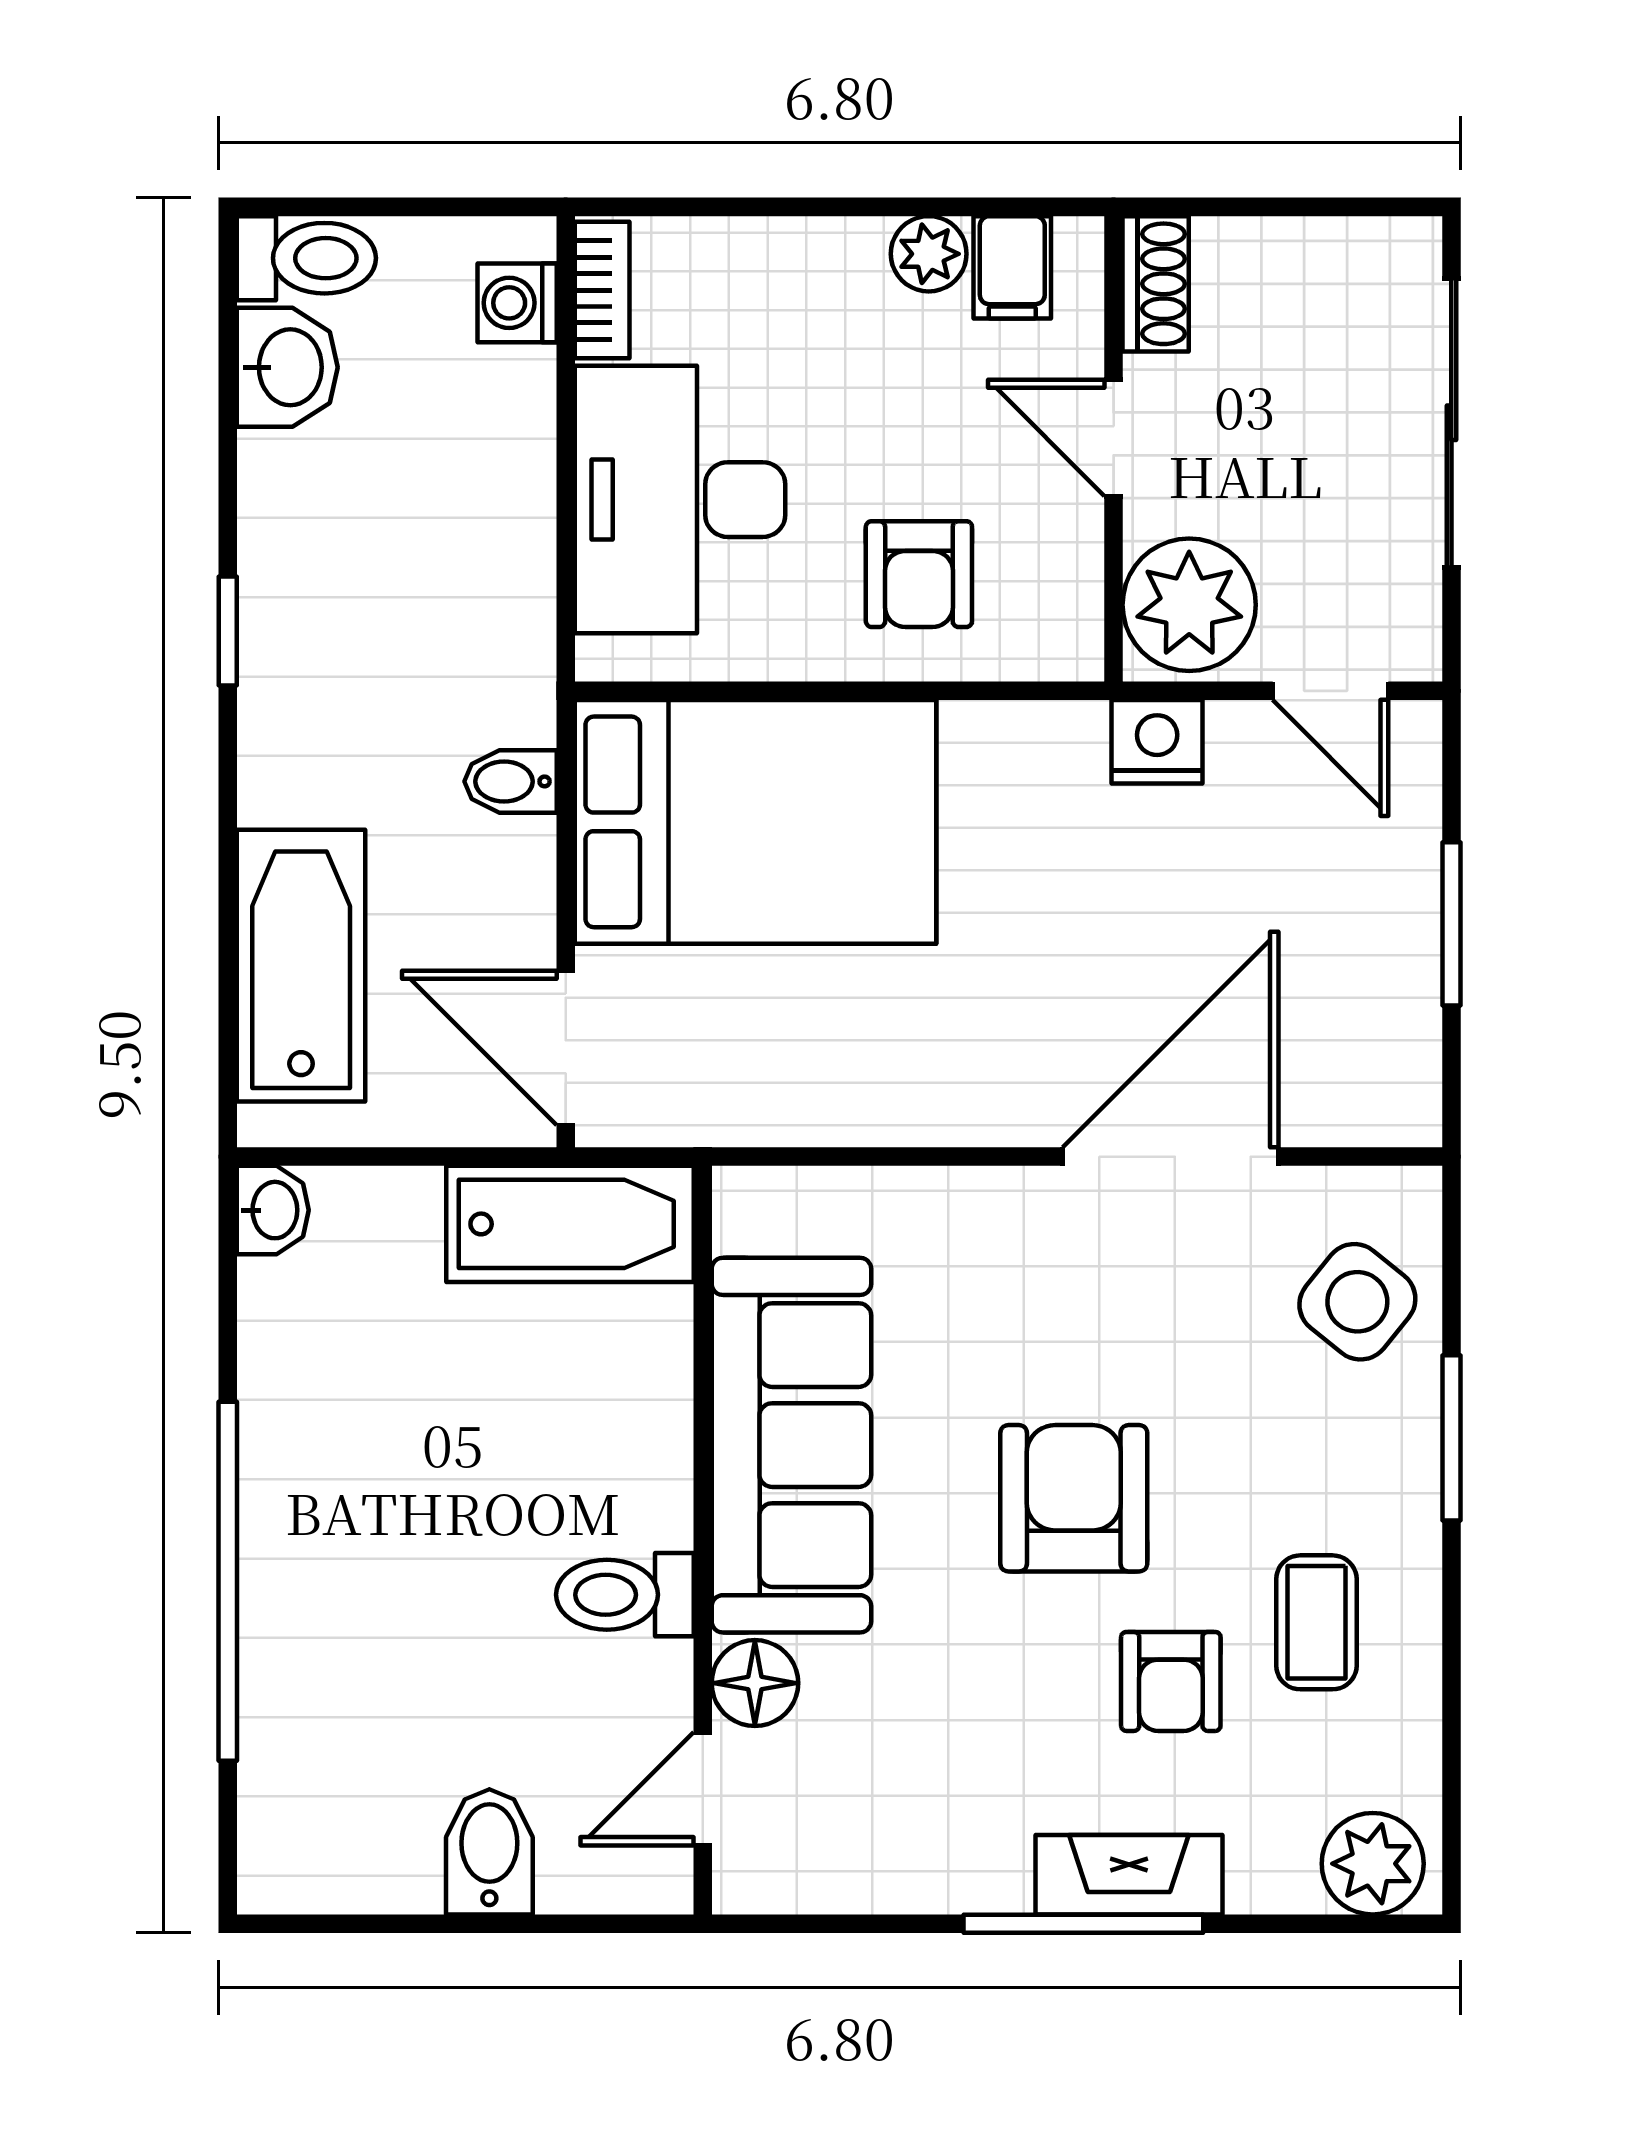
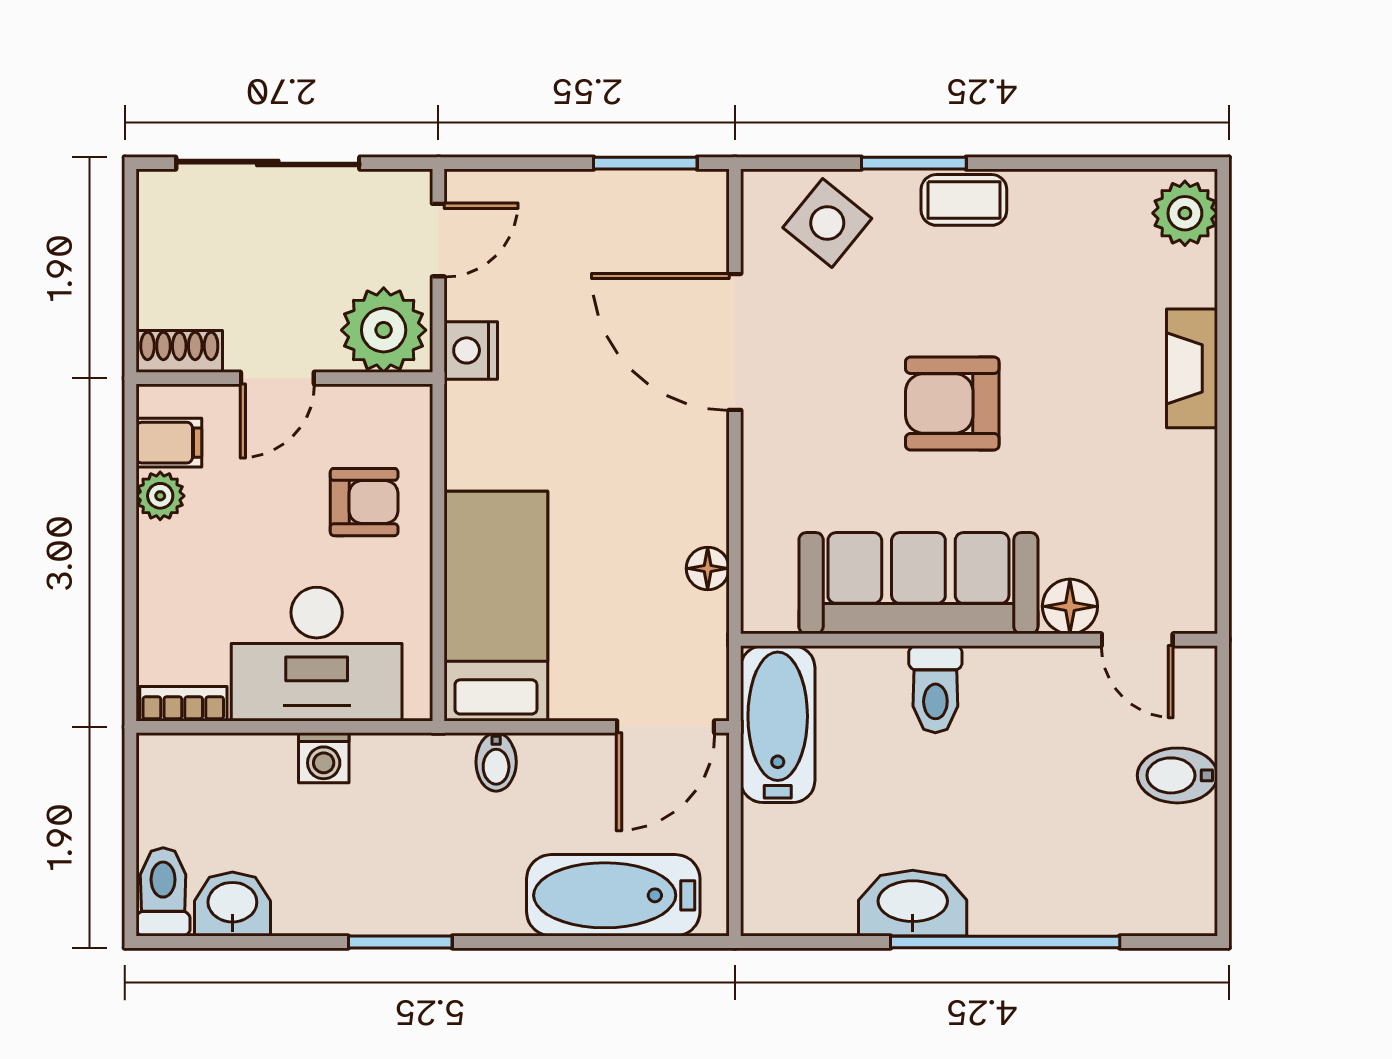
washing machine: (517, 303) -> (324, 758), moved
window: (228, 631) -> (400, 942), width x1.50
bed: (755, 822) -> (496, 606), width x0.67
window: (1451, 924) -> (645, 163), moved
floor lamp: (815, 1114) -> (708, 568), added
washbasin: (273, 1210) -> (913, 903), moved, width x1.91, depth x1.45
toilet: (625, 1595) -> (935, 689), moved
coffee table: (1316, 1622) -> (964, 200), moved
armchair: (1171, 1681) -> (1069, 342), removed
window: (1083, 1924) -> (1223, 397), removed

